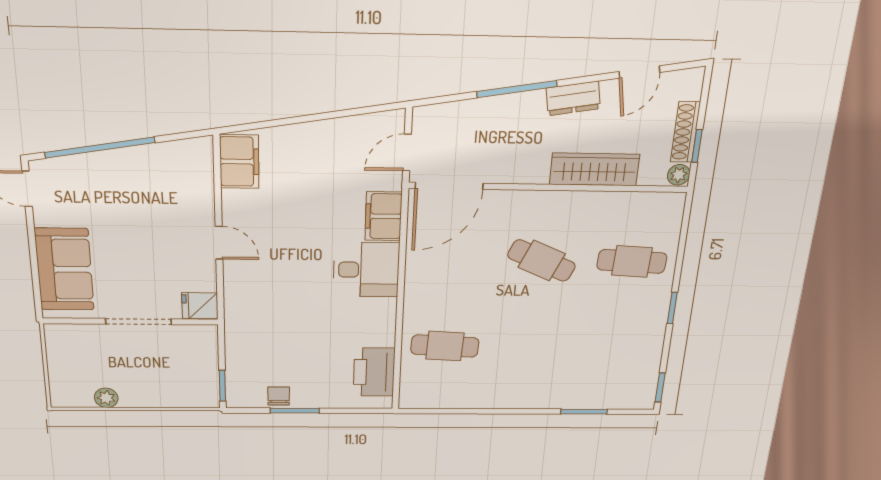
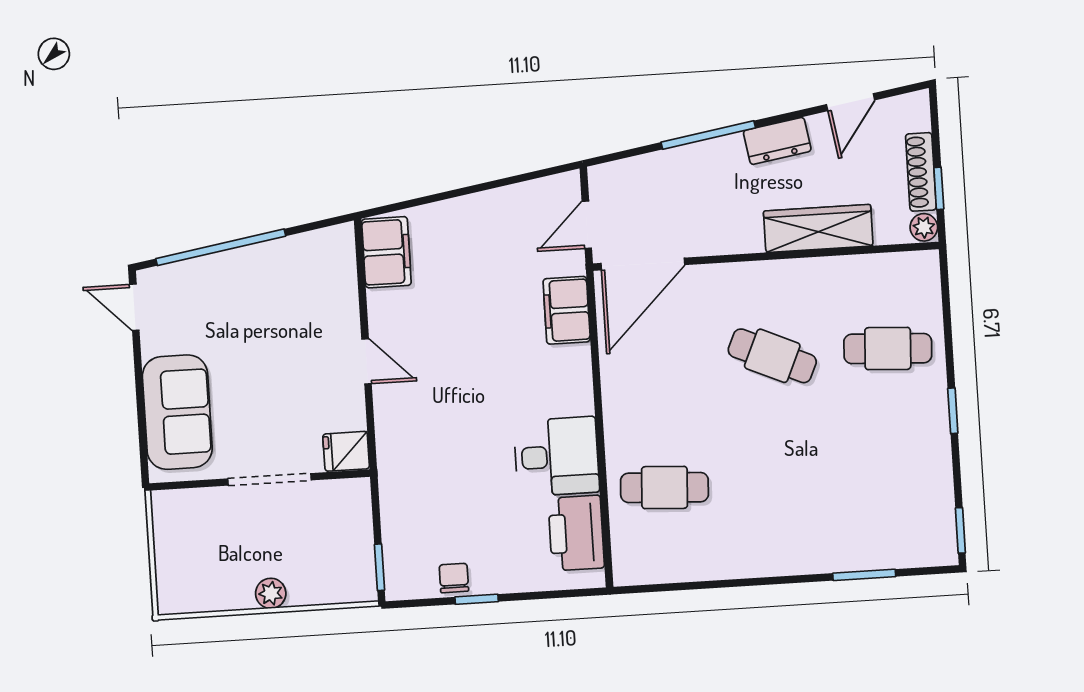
desk: (366, 270) -> (557, 457), moved
plant: (106, 398) -> (271, 593), moved
window: (295, 411) -> (477, 599), width x0.67

